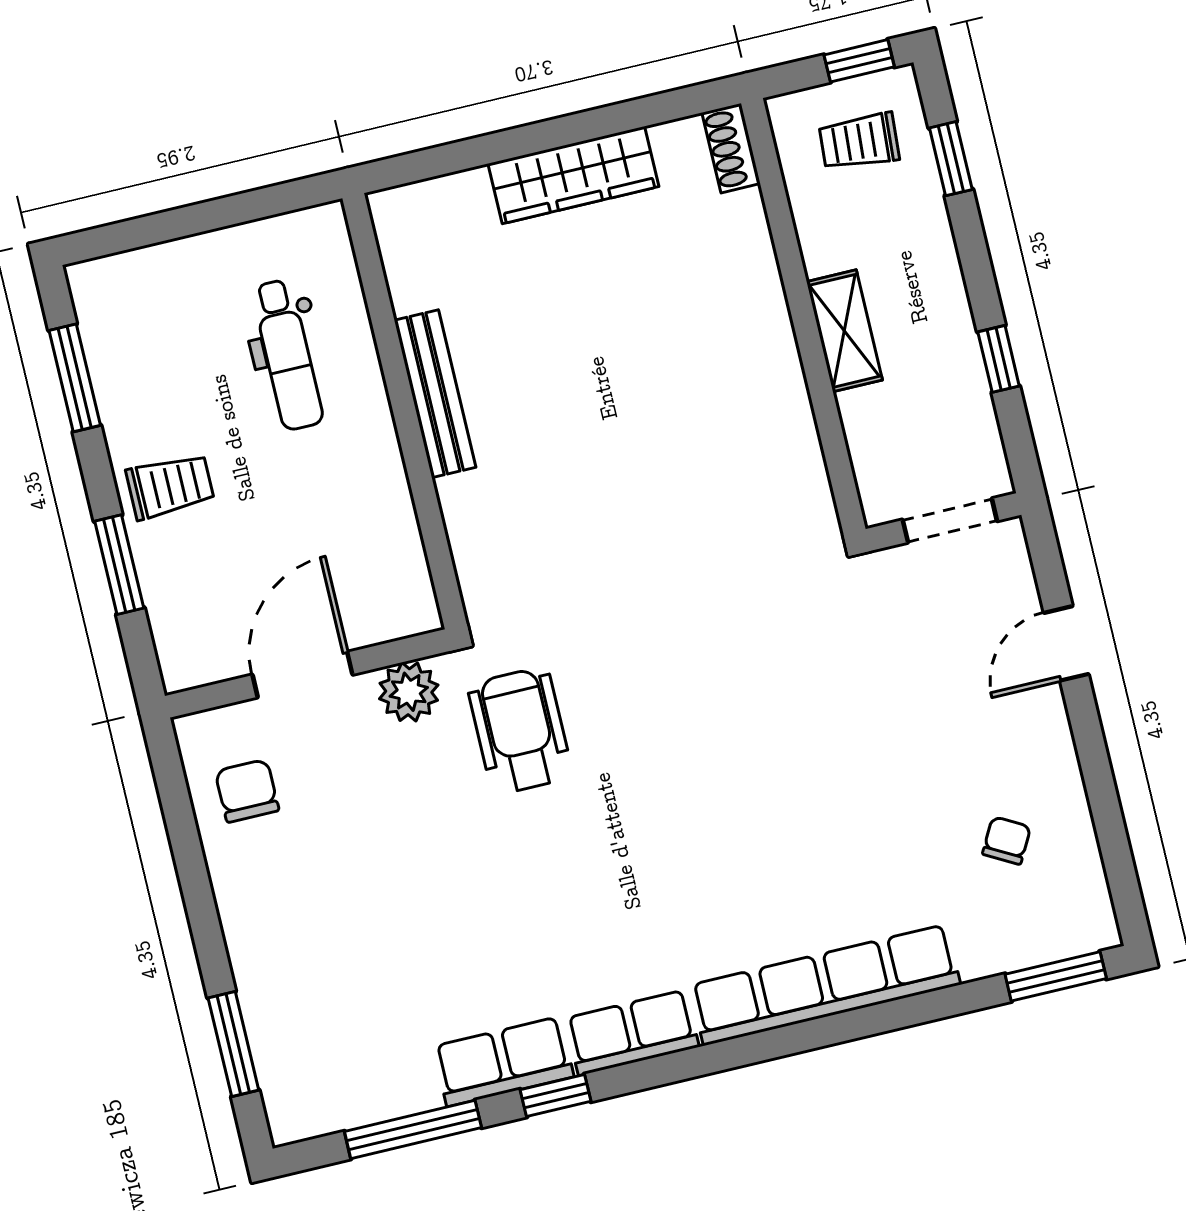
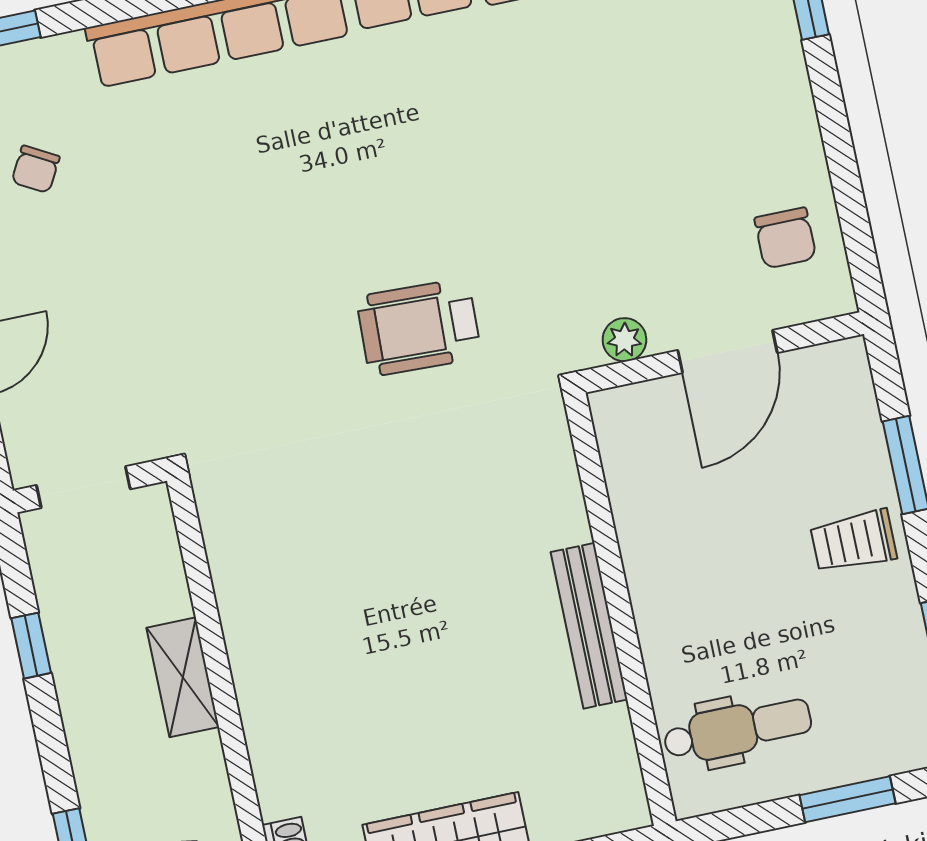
window: (169, 225) -> (847, 799), added
dental chair: (287, 355) -> (738, 729), moved, turned 90
plant: (409, 692) -> (624, 340), width x0.73, depth x0.73
wheelchair: (520, 731) -> (419, 327), moved, turned 92

